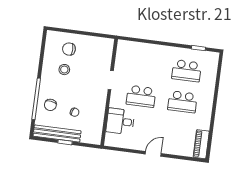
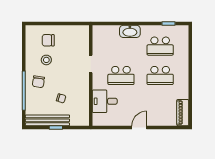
washbasin: (157, 51) -> (130, 31), added
chair: (50, 105) -> (38, 82), moved

